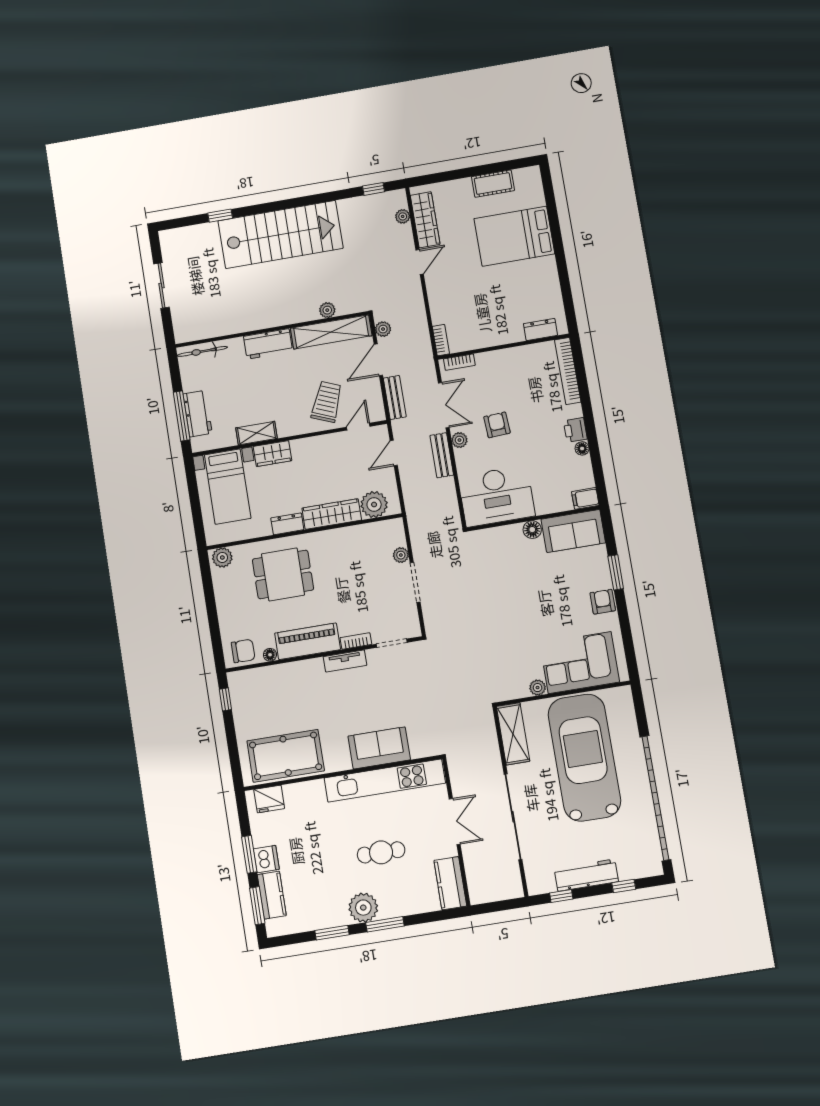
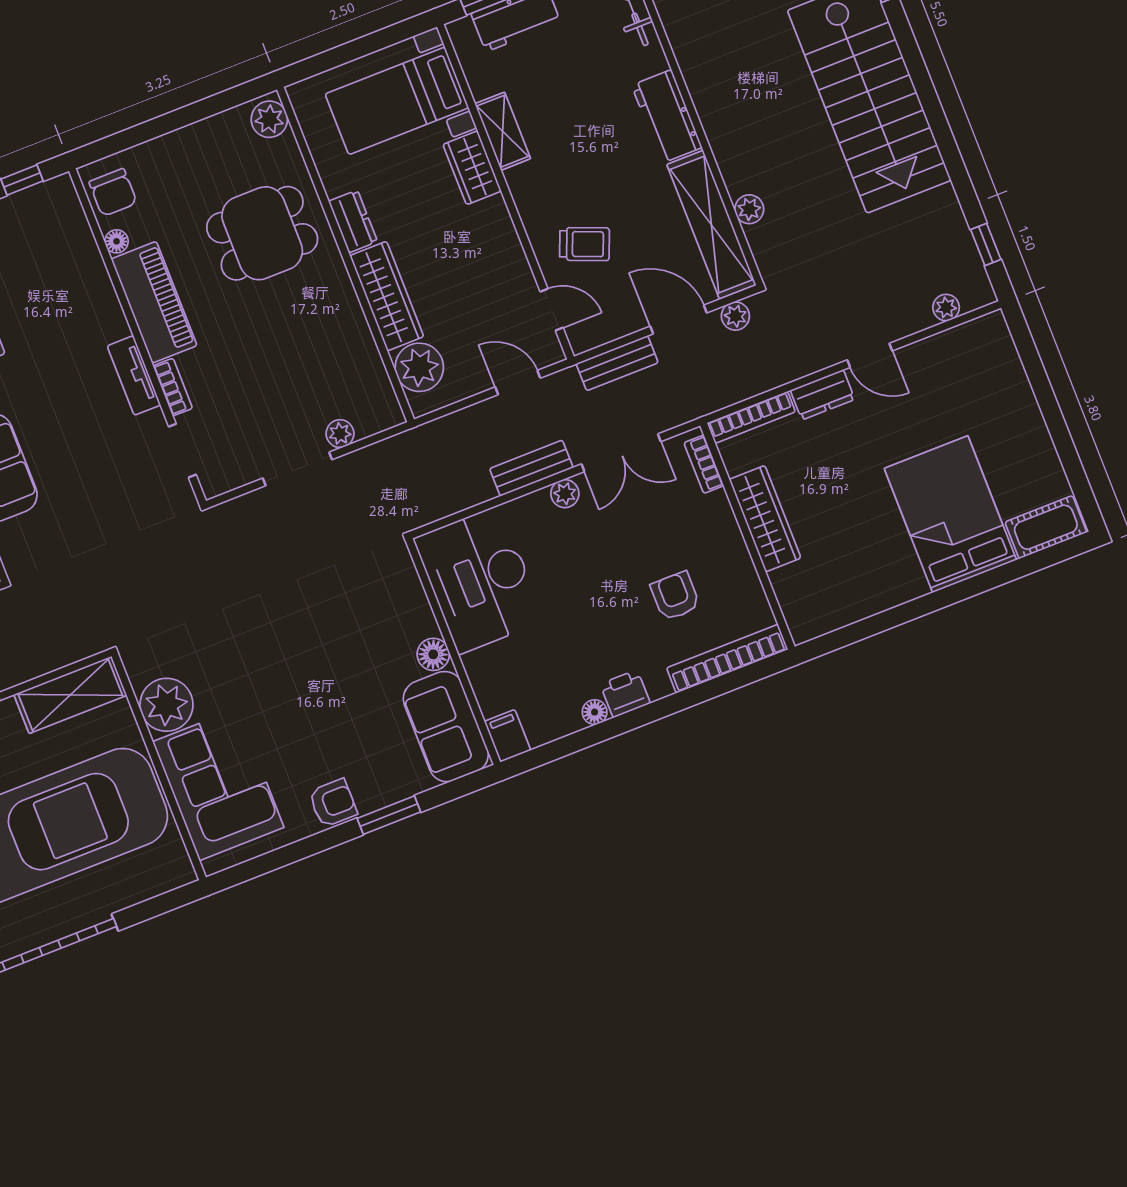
cot: (493, 184) -> (1046, 527), moved, turned 90
wardrobe: (425, 220) -> (765, 519), moved, turned -90
dresser: (540, 329) -> (823, 395), moved, turned 90
bookcase: (441, 340) -> (751, 417), width x1.56
trolley: (327, 402) -> (584, 244), width x0.73, depth x0.72
armchair: (497, 425) -> (675, 596), moved, turned -87
dining table: (283, 574) -> (262, 233), turned 90
plant: (538, 688) -> (166, 705), width x1.87, depth x1.87

